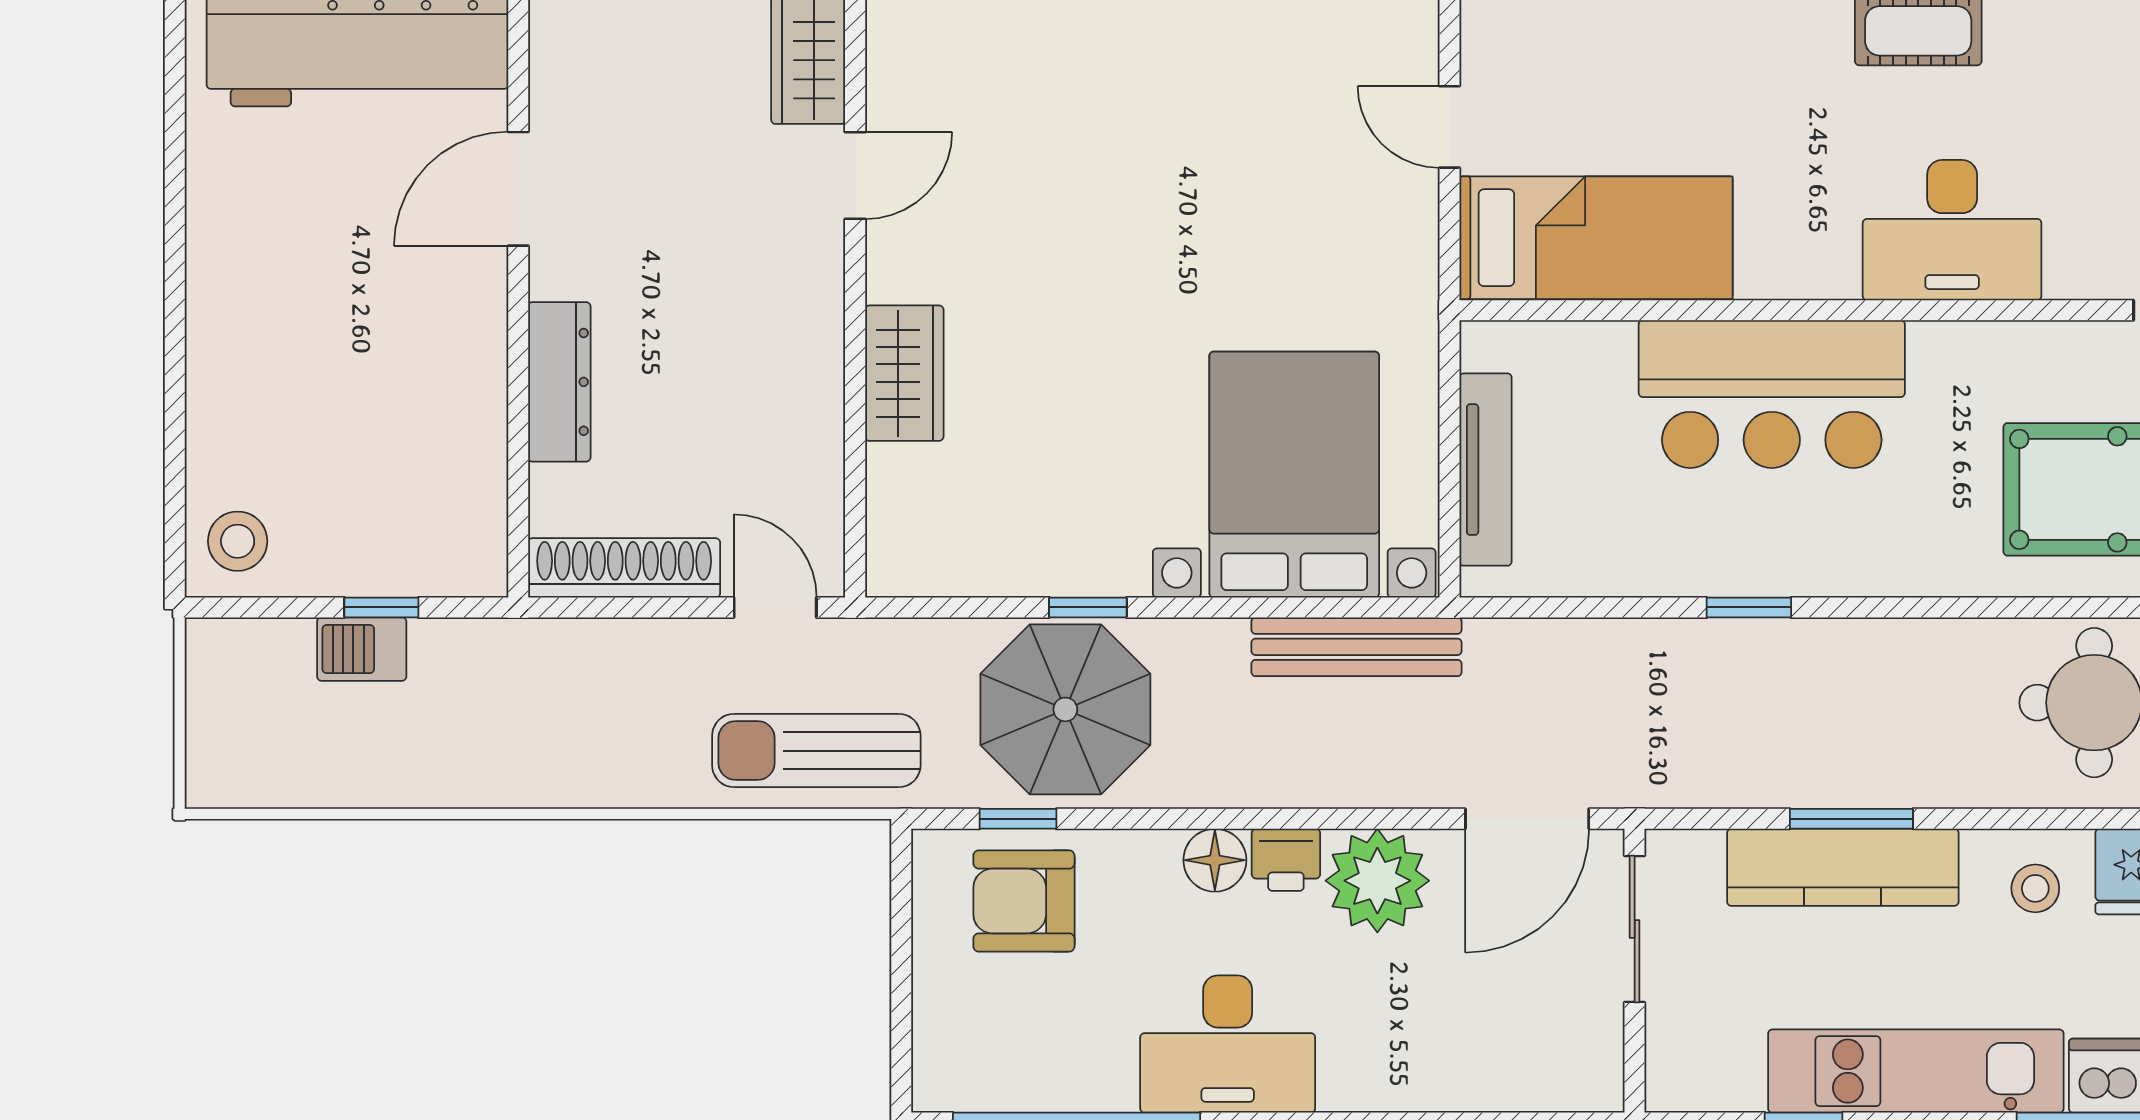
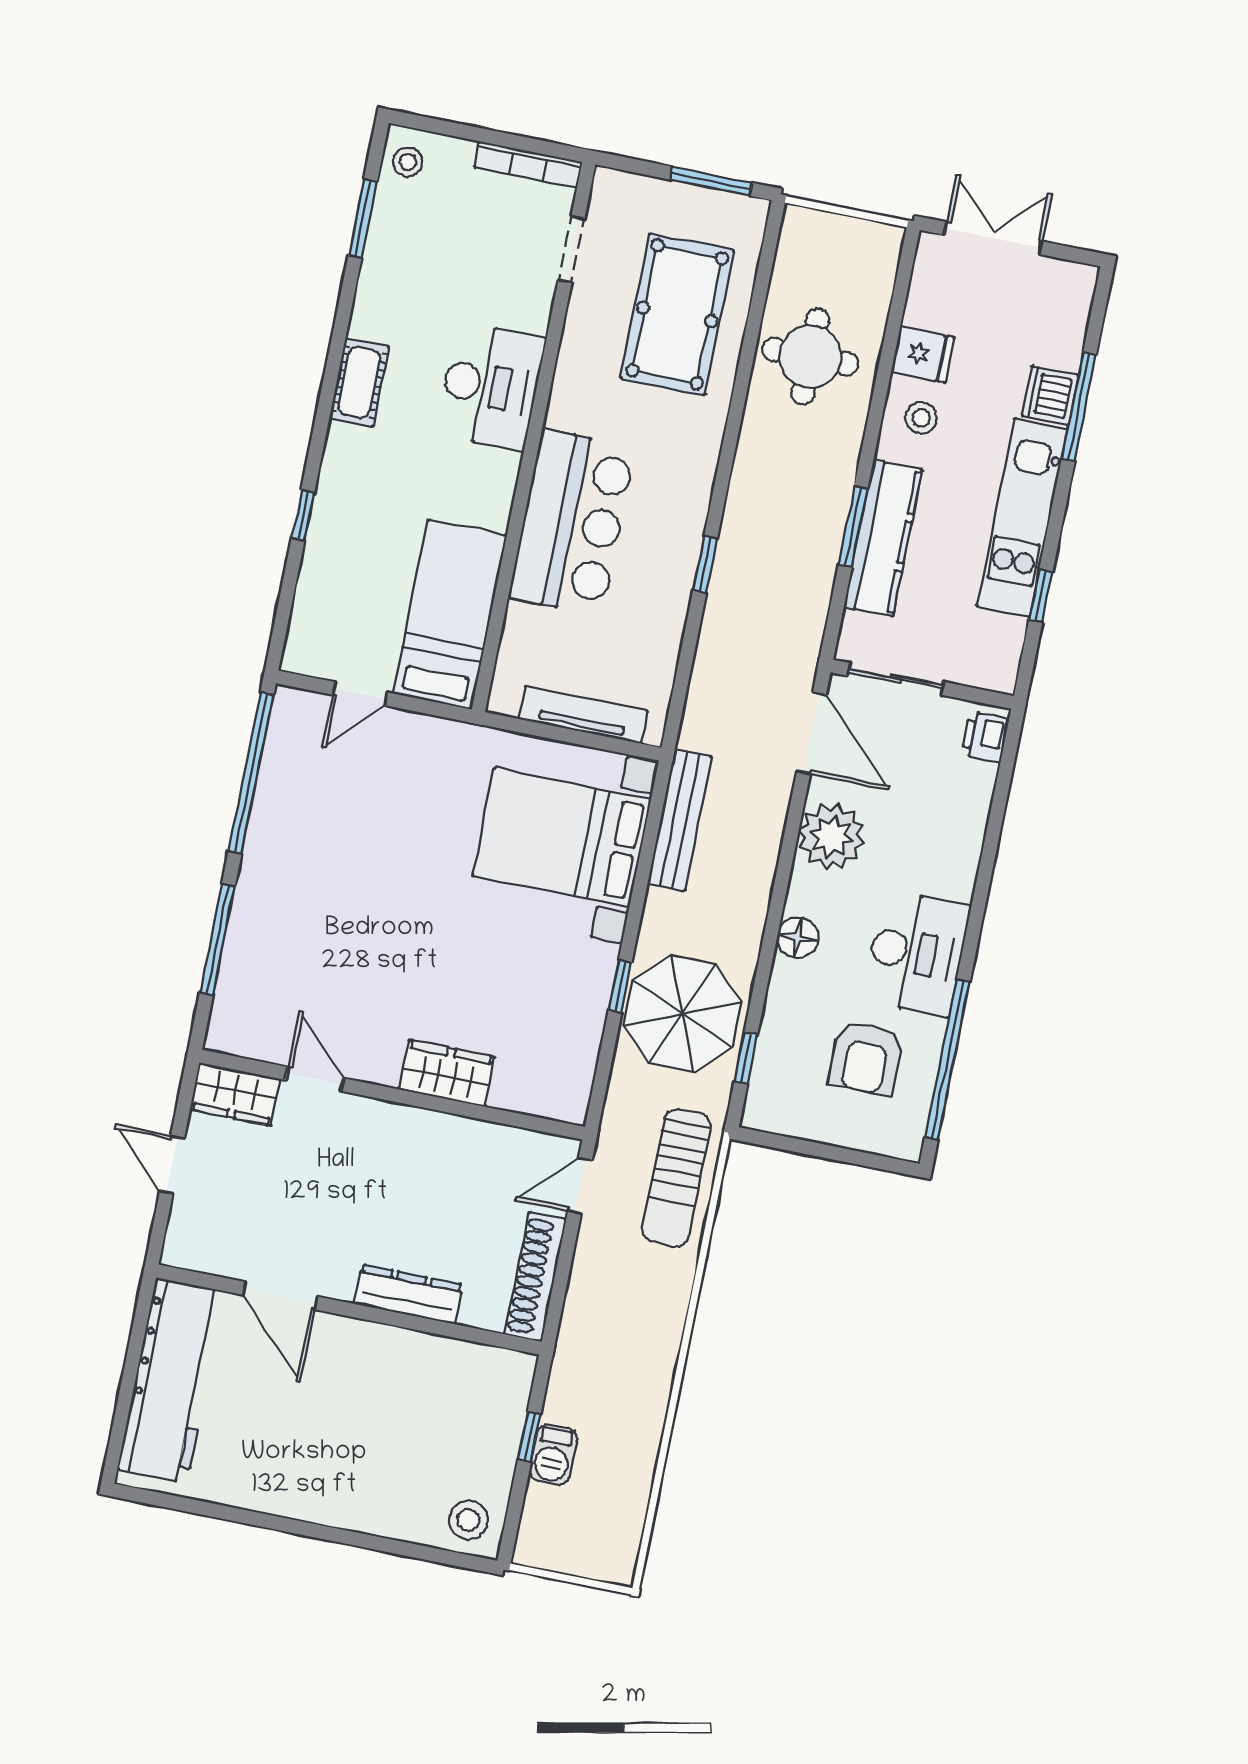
printer: (1286, 860) -> (985, 737), moved, turned 180
armchair: (1024, 901) -> (866, 1058), moved

